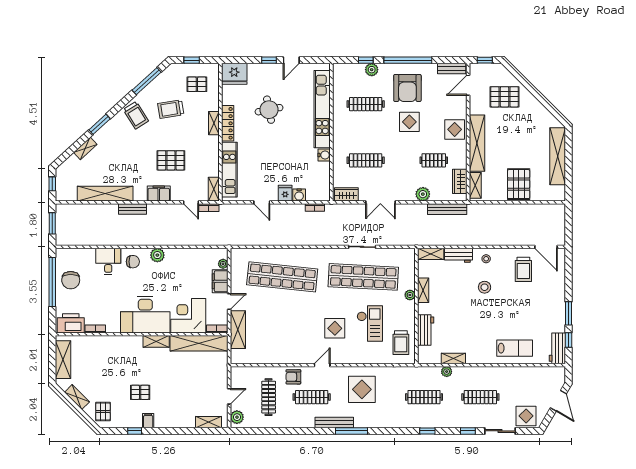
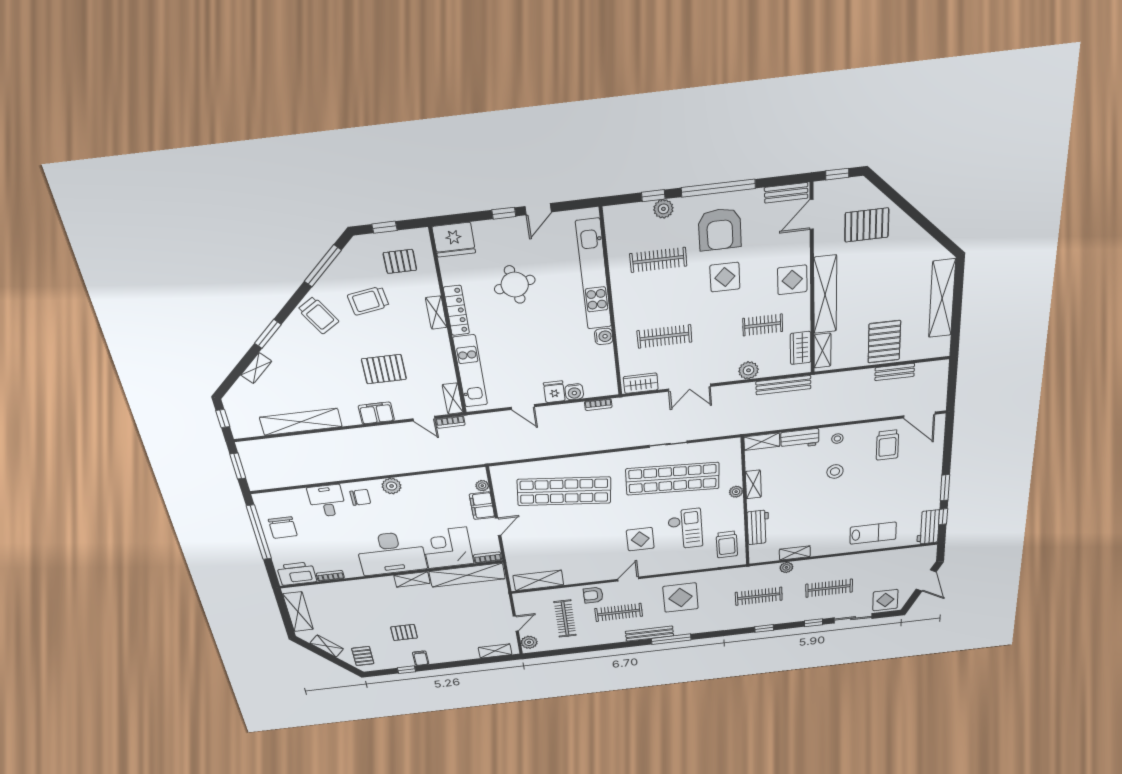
bench: (133, 209) -> (895, 372), moved
shelving: (238, 330) -> (538, 580), moved, turned 90

